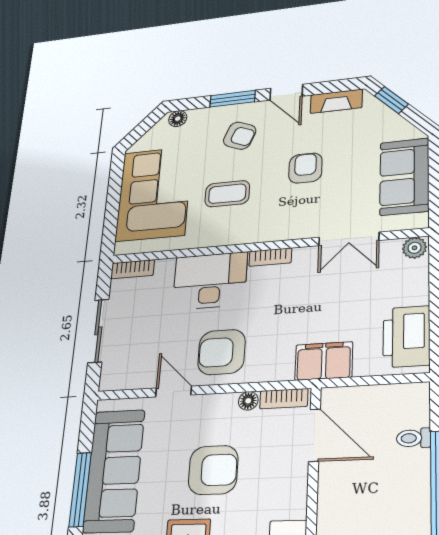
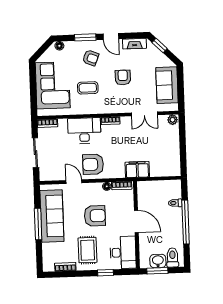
printer: (406, 337) -> (171, 160), removed
door: (314, 435) -> (136, 221), moved

